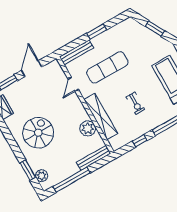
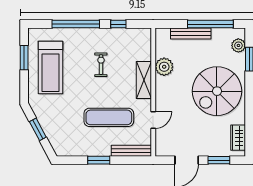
shelving: (101, 116) -> (144, 80), width x0.68
spiral stairs: (38, 133) -> (217, 91), width x1.37, depth x1.37
bench: (94, 158) -> (191, 33), moved

